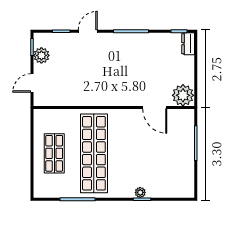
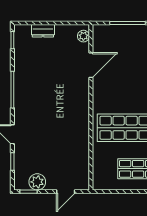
dresser: (188, 44) -> (43, 31), moved
door: (32, 83) -> (66, 192), hinge flipped
plant: (183, 95) -> (83, 36), width x0.53, depth x0.53

